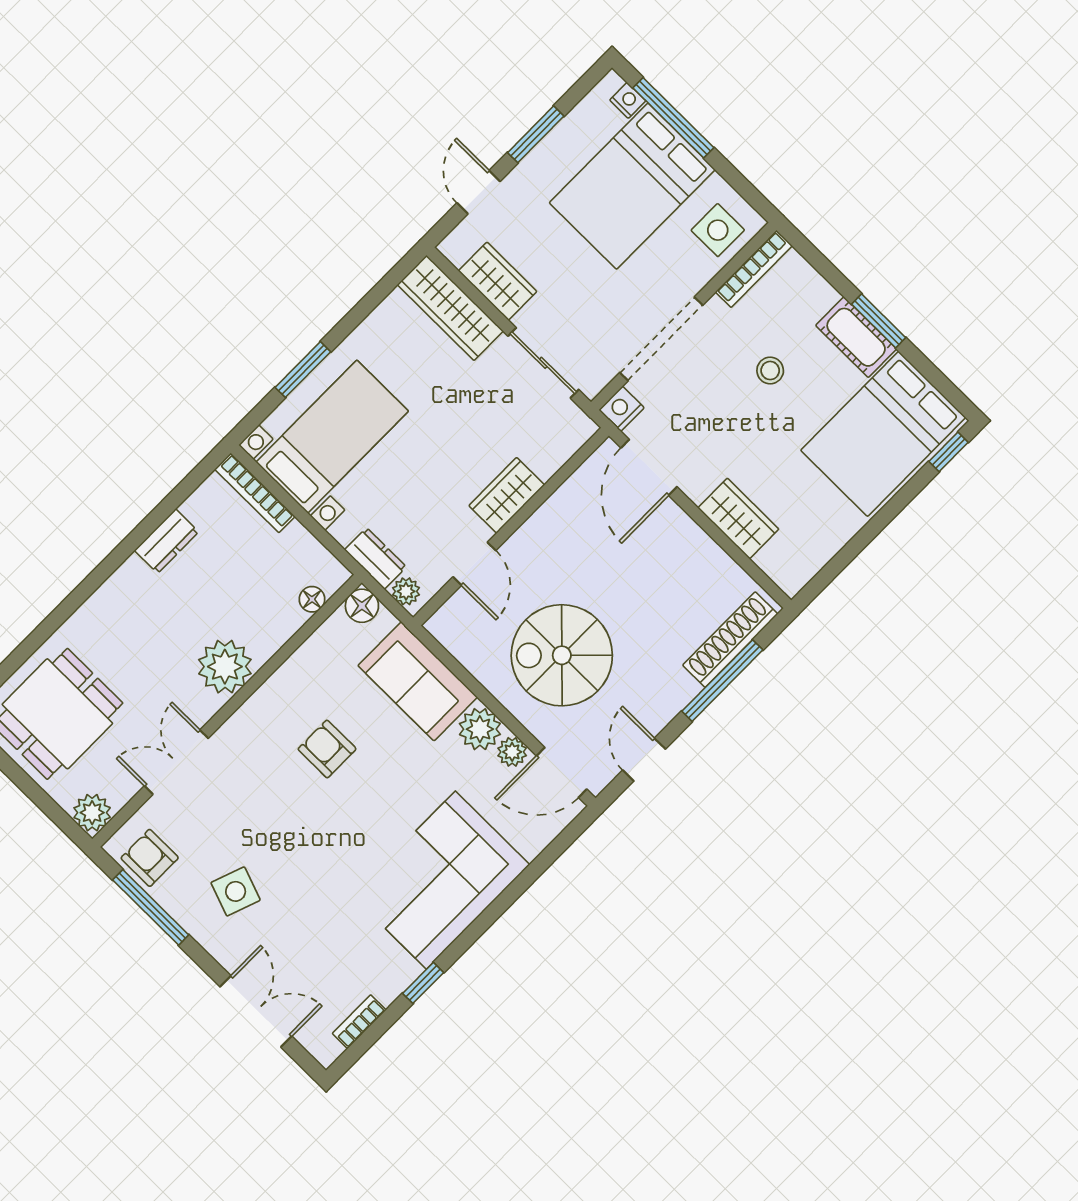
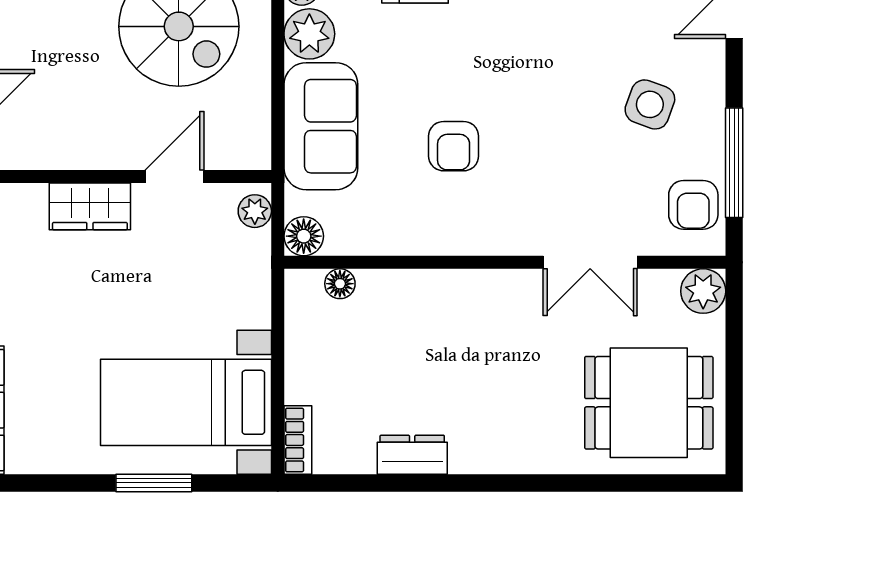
bookcase: (255, 493) -> (298, 440), width x0.64
dresser: (375, 558) -> (252, 264), removed
plant: (225, 667) -> (469, 301), removed

